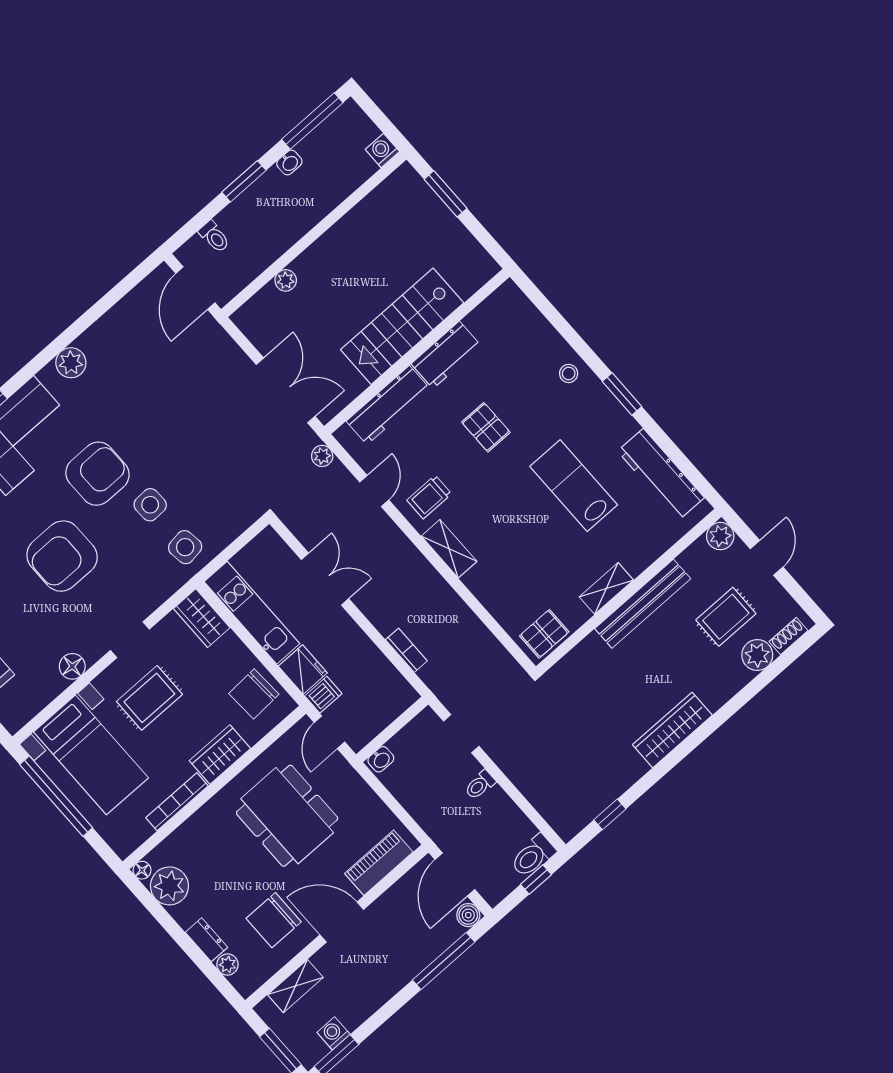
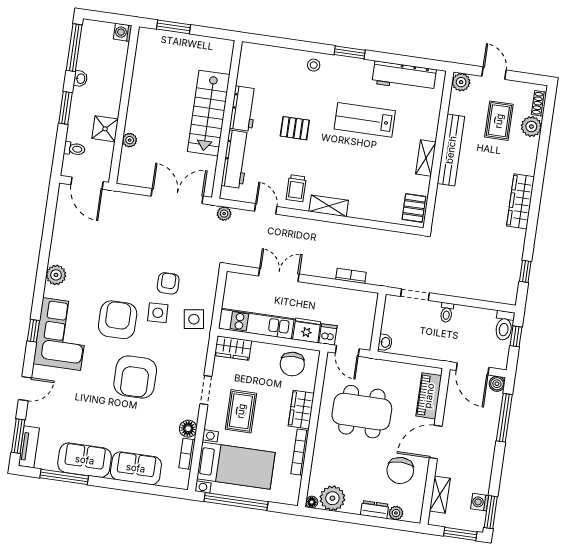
shower: (269, 244) -> (105, 129), added
armchair: (191, 481) -> (168, 283), added
bookcase: (47, 694) -> (187, 454), added

